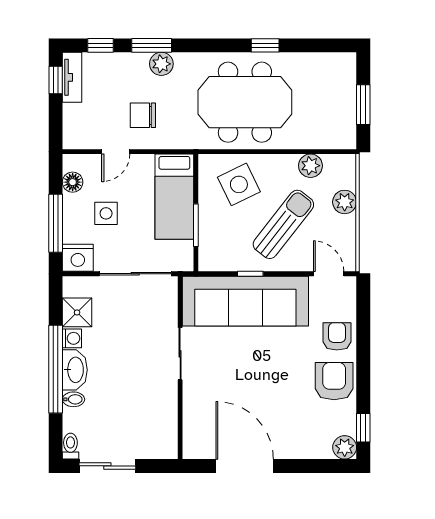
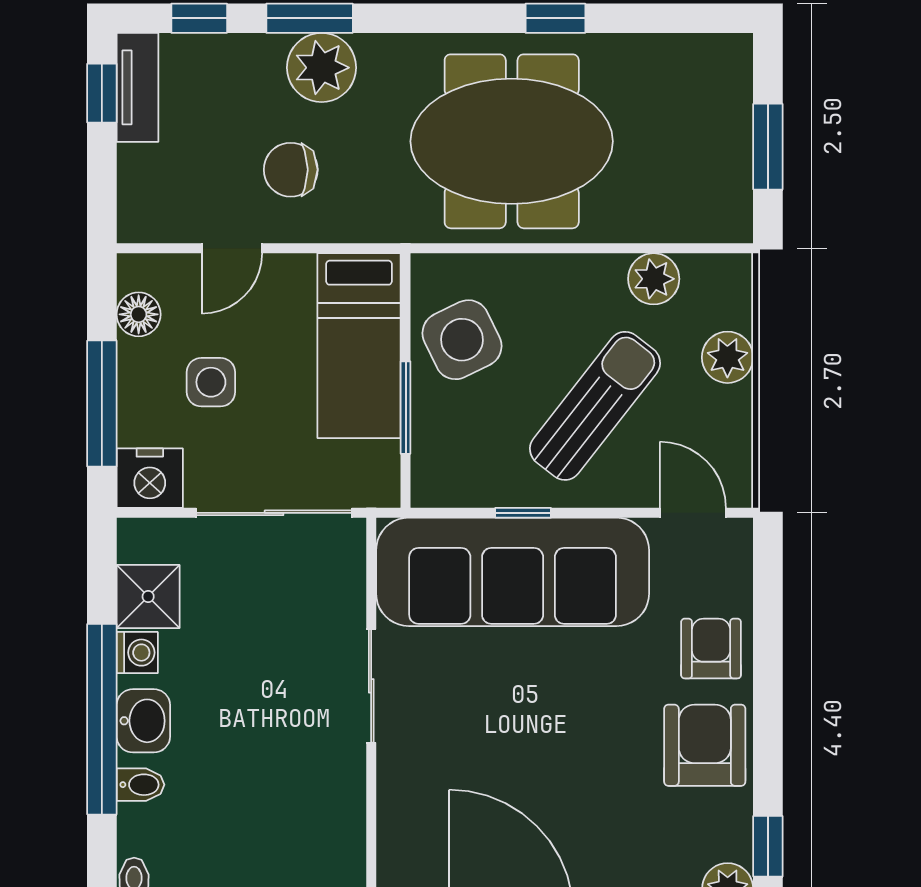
plant: (161, 64) -> (322, 68), width x1.36, depth x1.36
side table: (239, 184) -> (462, 340), moved
washbasin: (75, 370) -> (143, 721), width x0.72

